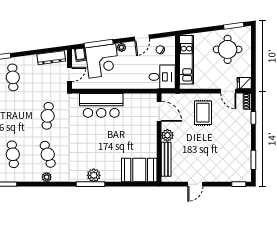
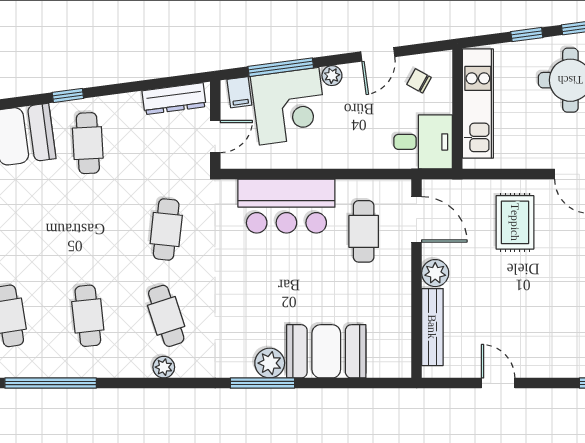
window: (208, 29) -> (527, 35), added
cafe table: (136, 117) -> (364, 231), added
booth: (139, 170) -> (326, 351), moved
door: (195, 184) -> (498, 383), swing flipped

